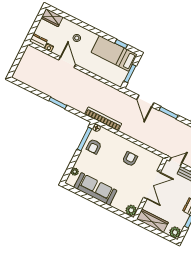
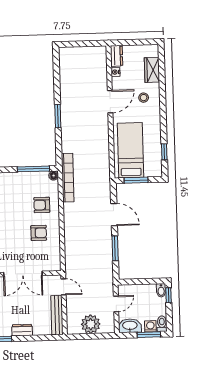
wardrobe: (52, 18) -> (152, 70), moved
bed: (114, 53) -> (130, 150), moved
door: (145, 101) -> (114, 215), swing flipped
armchair: (94, 147) -> (42, 205), moved

